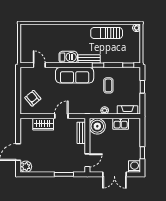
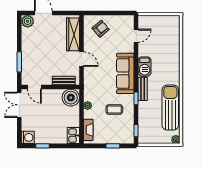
sun lounger: (107, 33) -> (170, 108), width x1.36, depth x1.34
wardrobe: (43, 124) -> (73, 34), width x1.50
kitchen sink: (121, 124) -> (73, 136), moved
double door: (114, 174) -> (19, 105), moved

